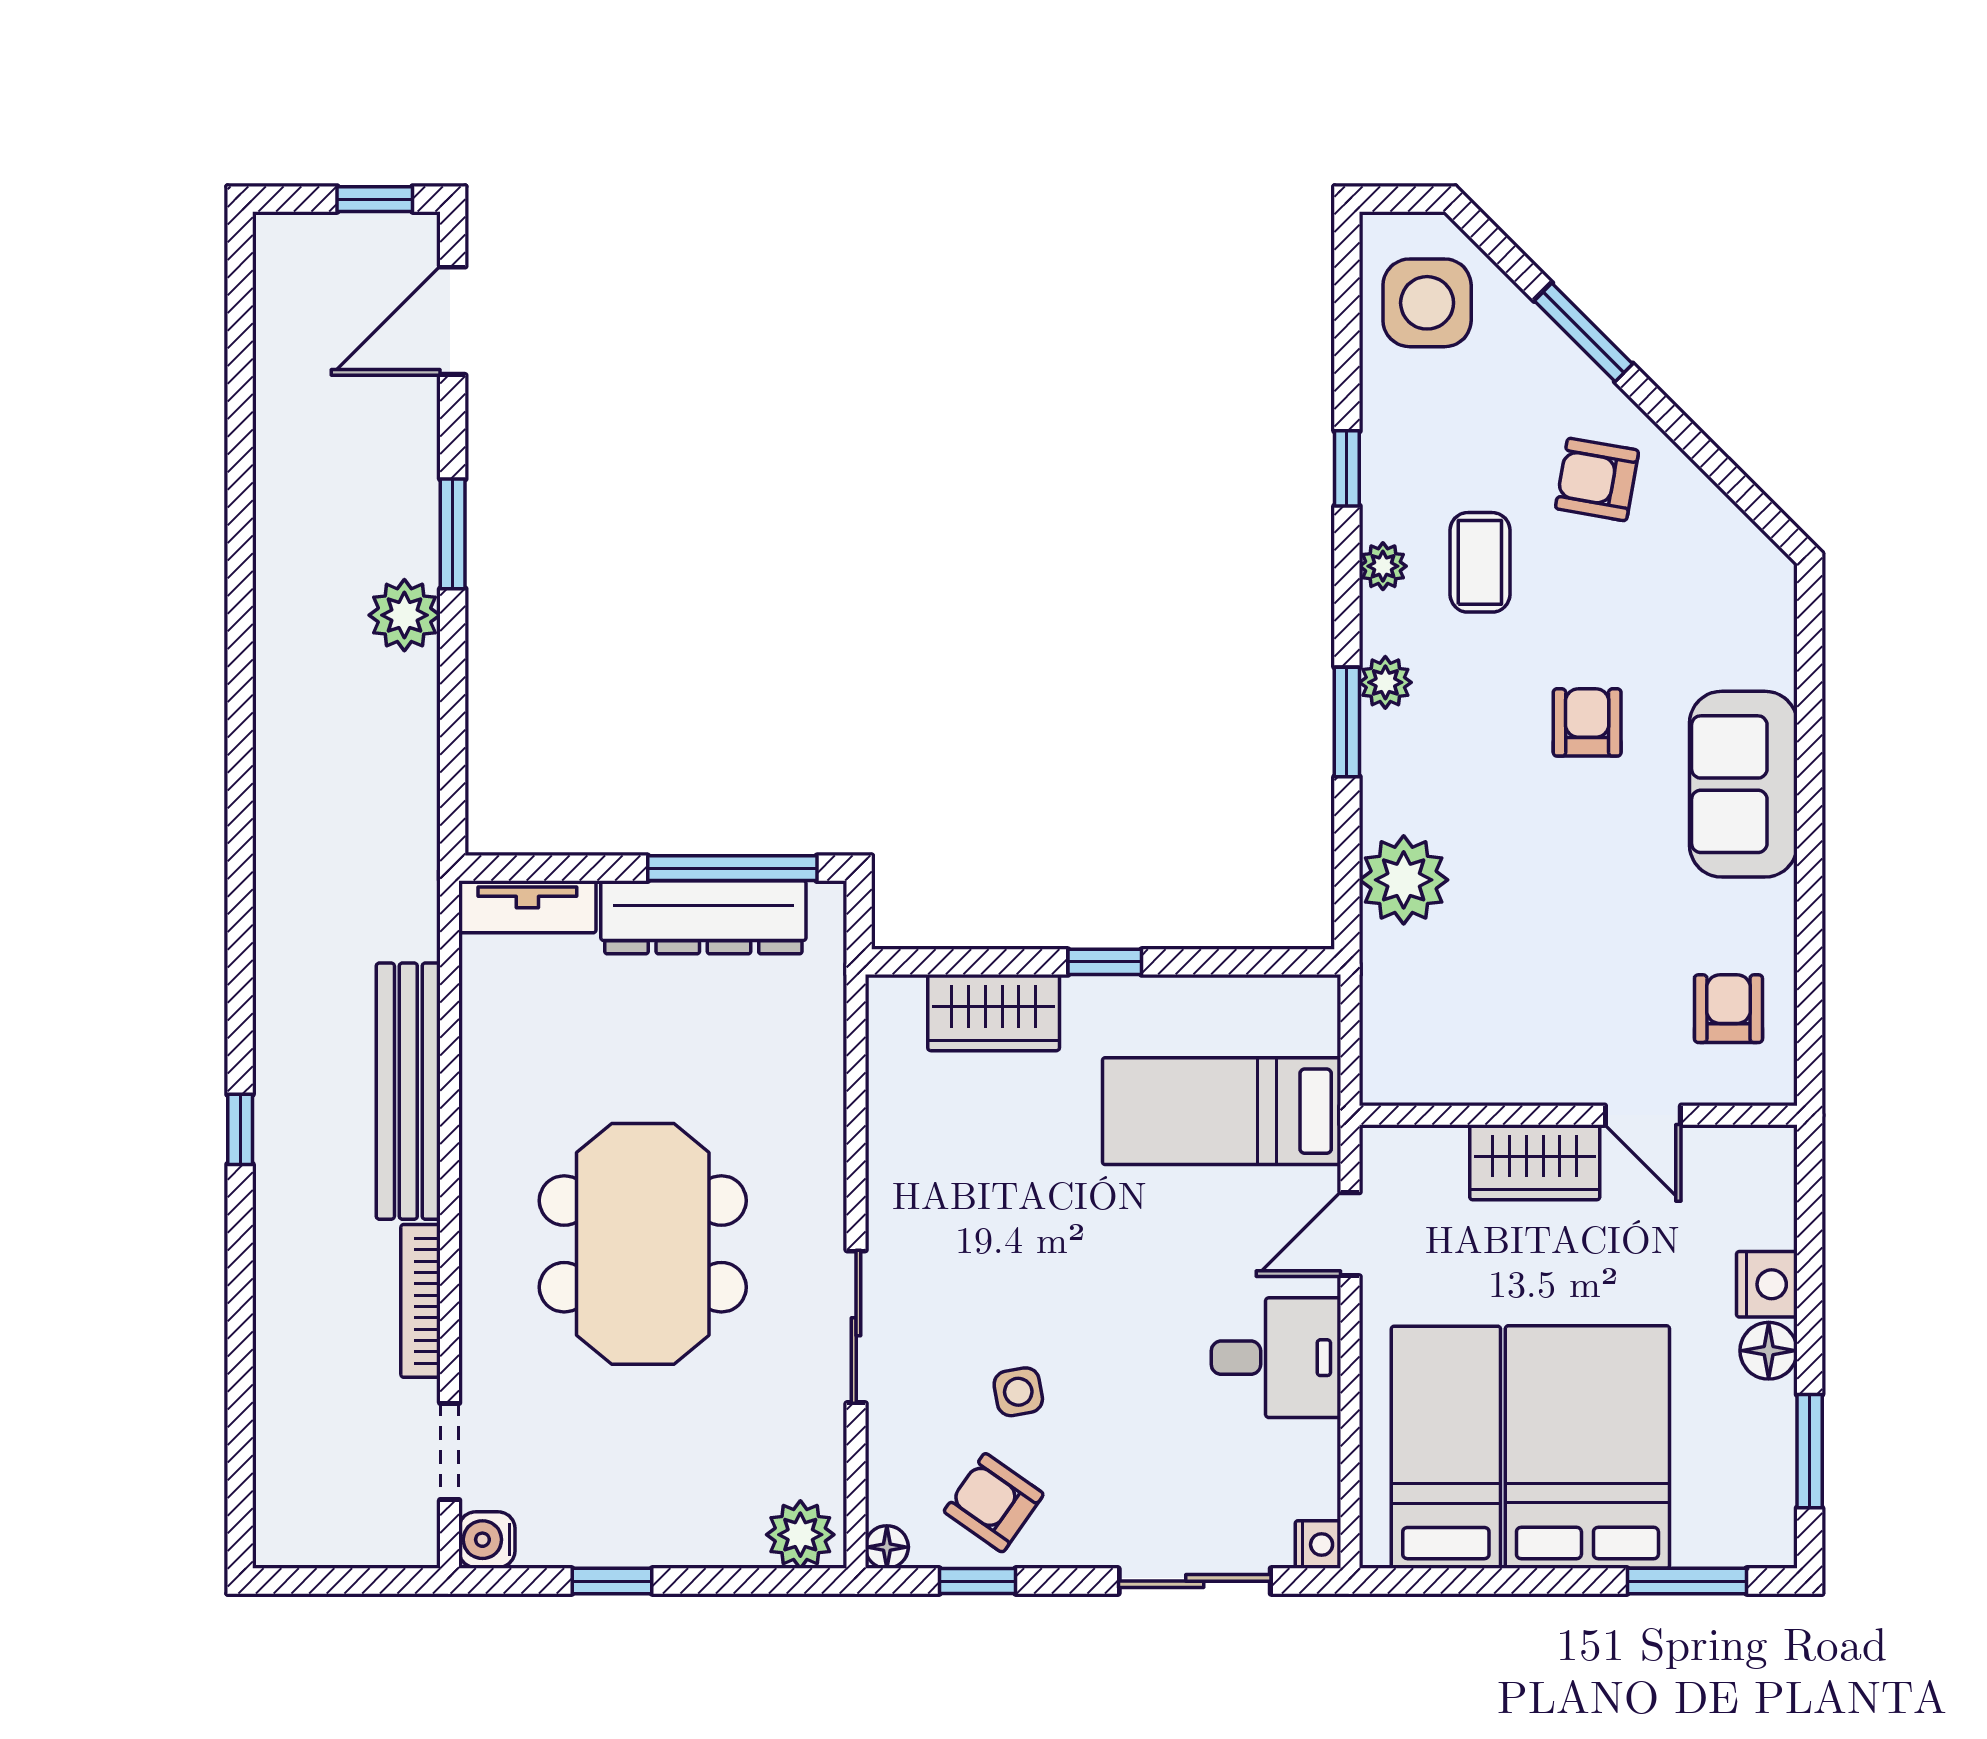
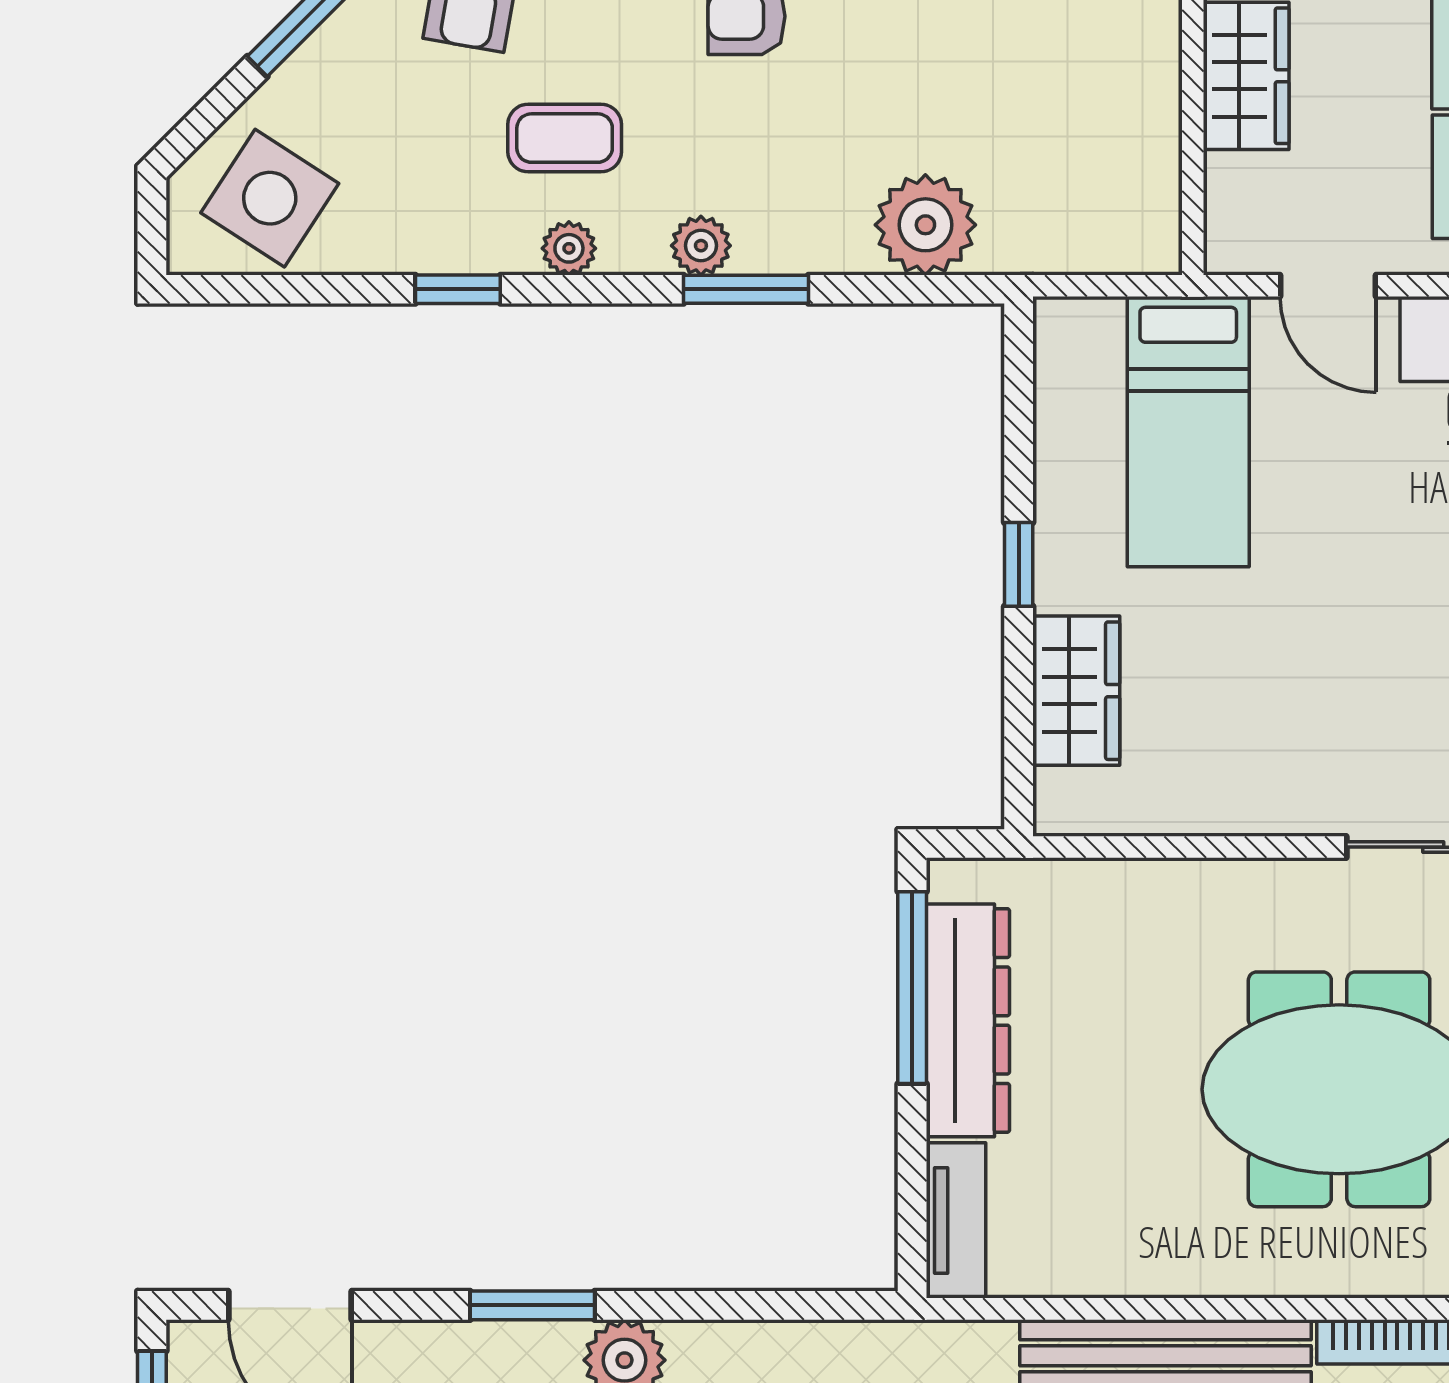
side table: (1427, 303) -> (270, 198), turned 33

